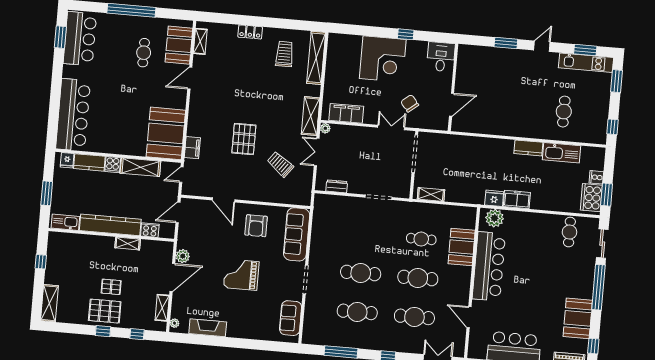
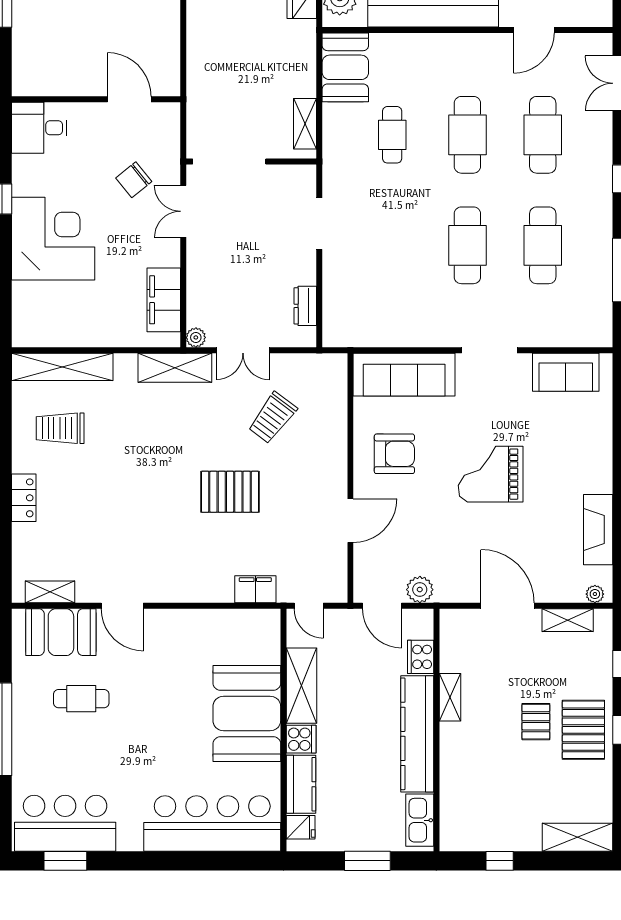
booth: (166, 133) -> (247, 713), moved, turned 90
booth: (462, 247) -> (345, 67), moved, turned 90
plant: (183, 256) -> (420, 590), moved
grand piano: (241, 275) -> (491, 474), turned 90

